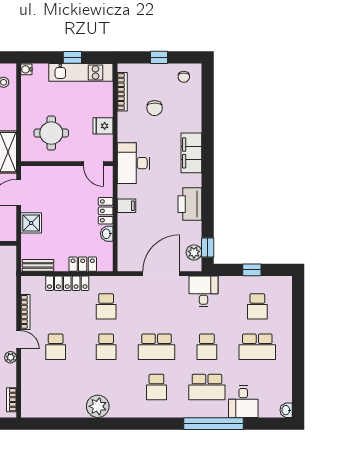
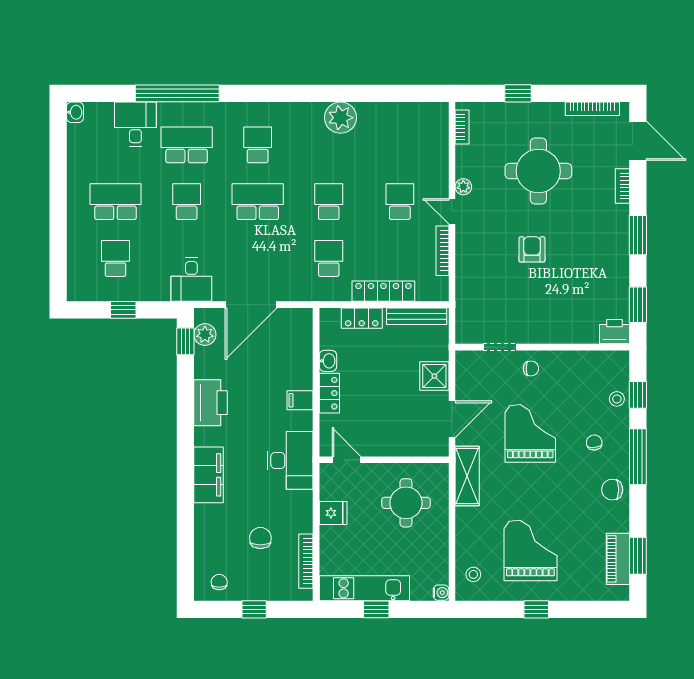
bench: (38, 265) -> (417, 316), width x1.36

